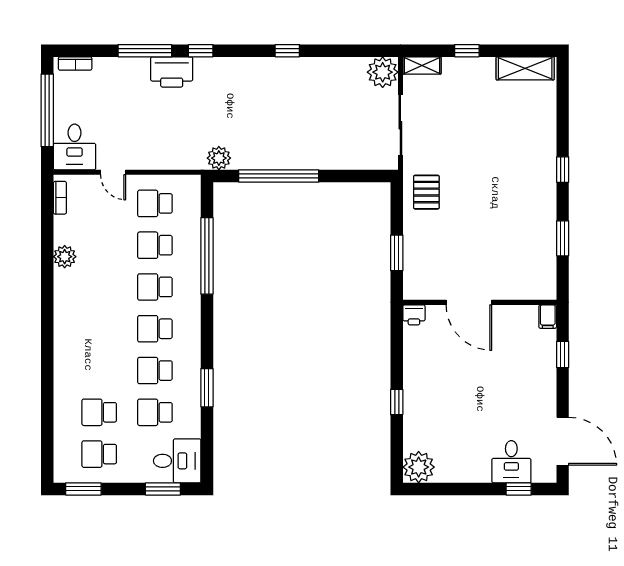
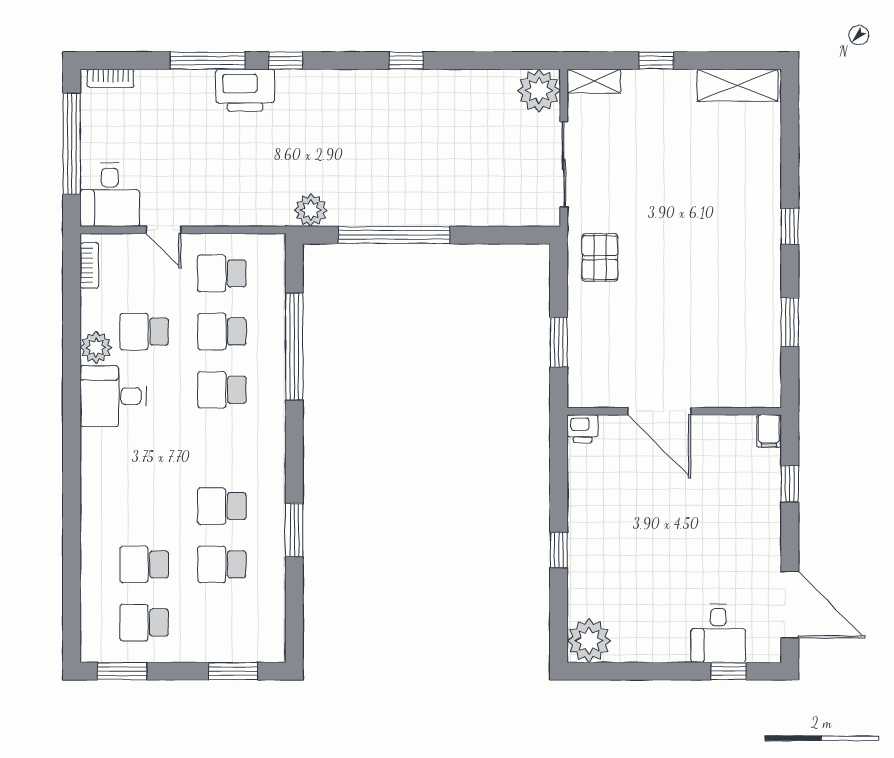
school desk: (155, 329) -> (144, 332), moved
desk: (177, 461) -> (113, 396), moved, turned 180

